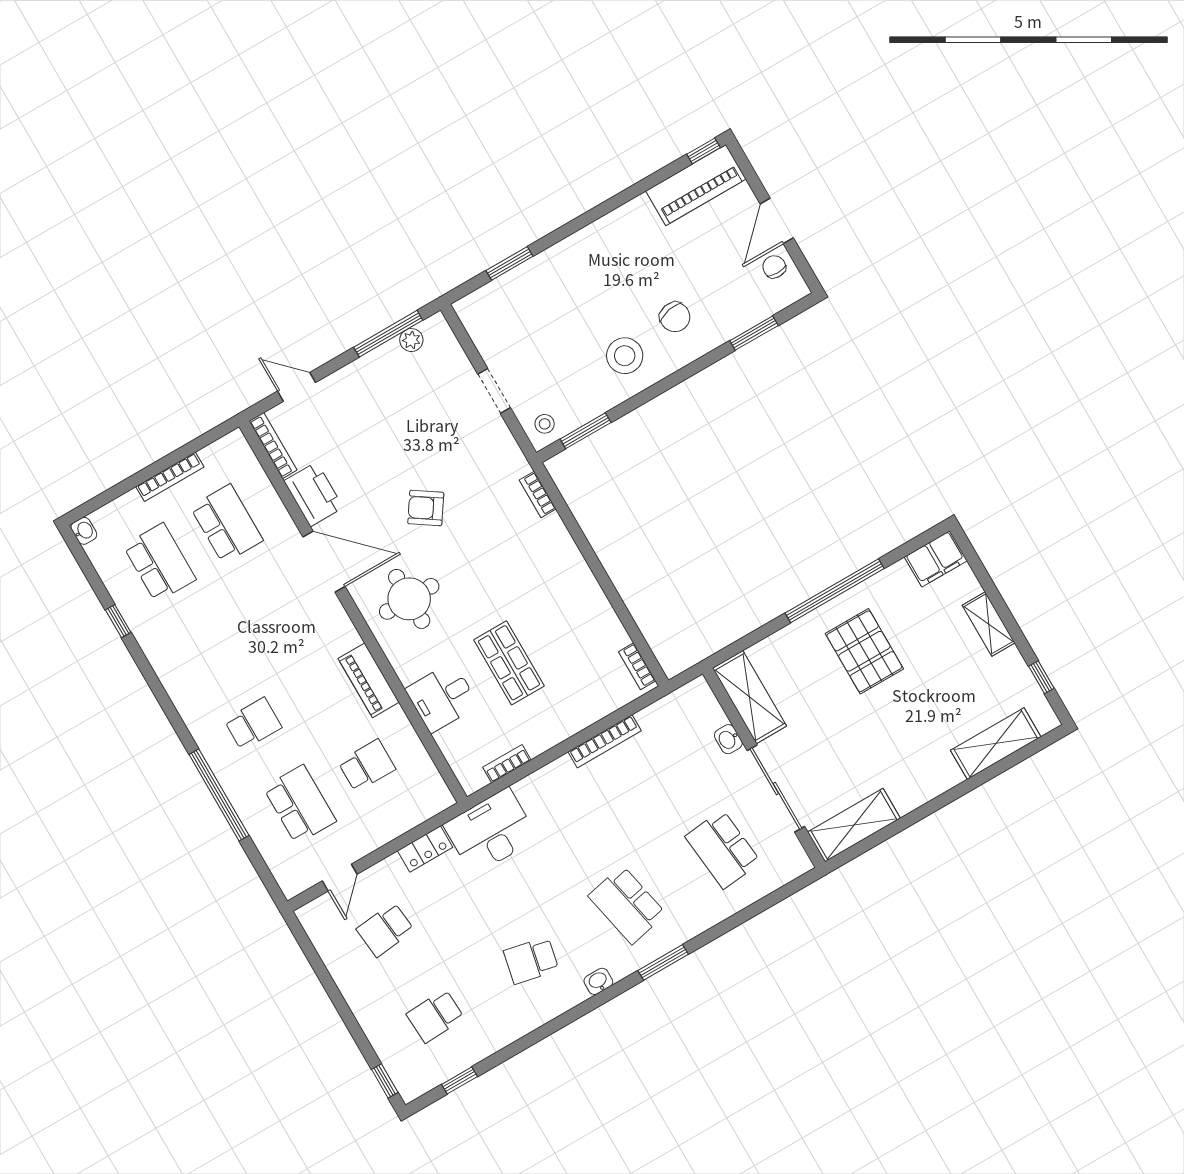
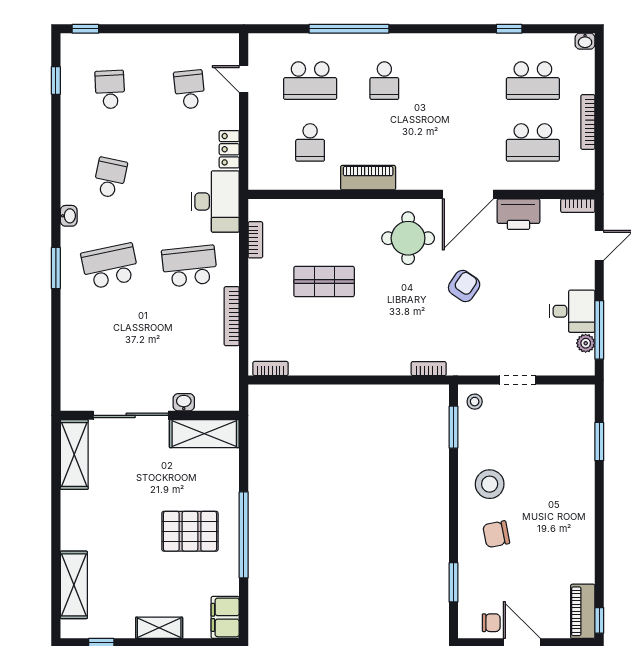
piano: (696, 185) -> (583, 611), width x0.73, depth x0.75
bookcase: (273, 446) -> (578, 206), width x0.64
desk: (442, 697) -> (572, 311), moved, turned 90
school desk: (723, 849) -> (190, 266), moved

